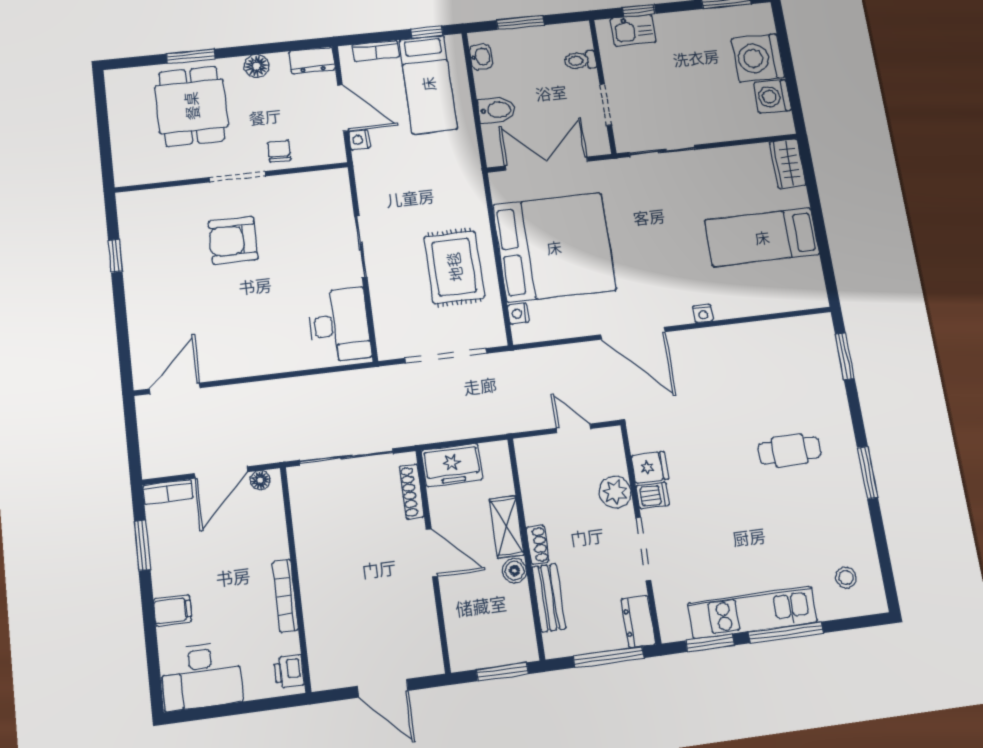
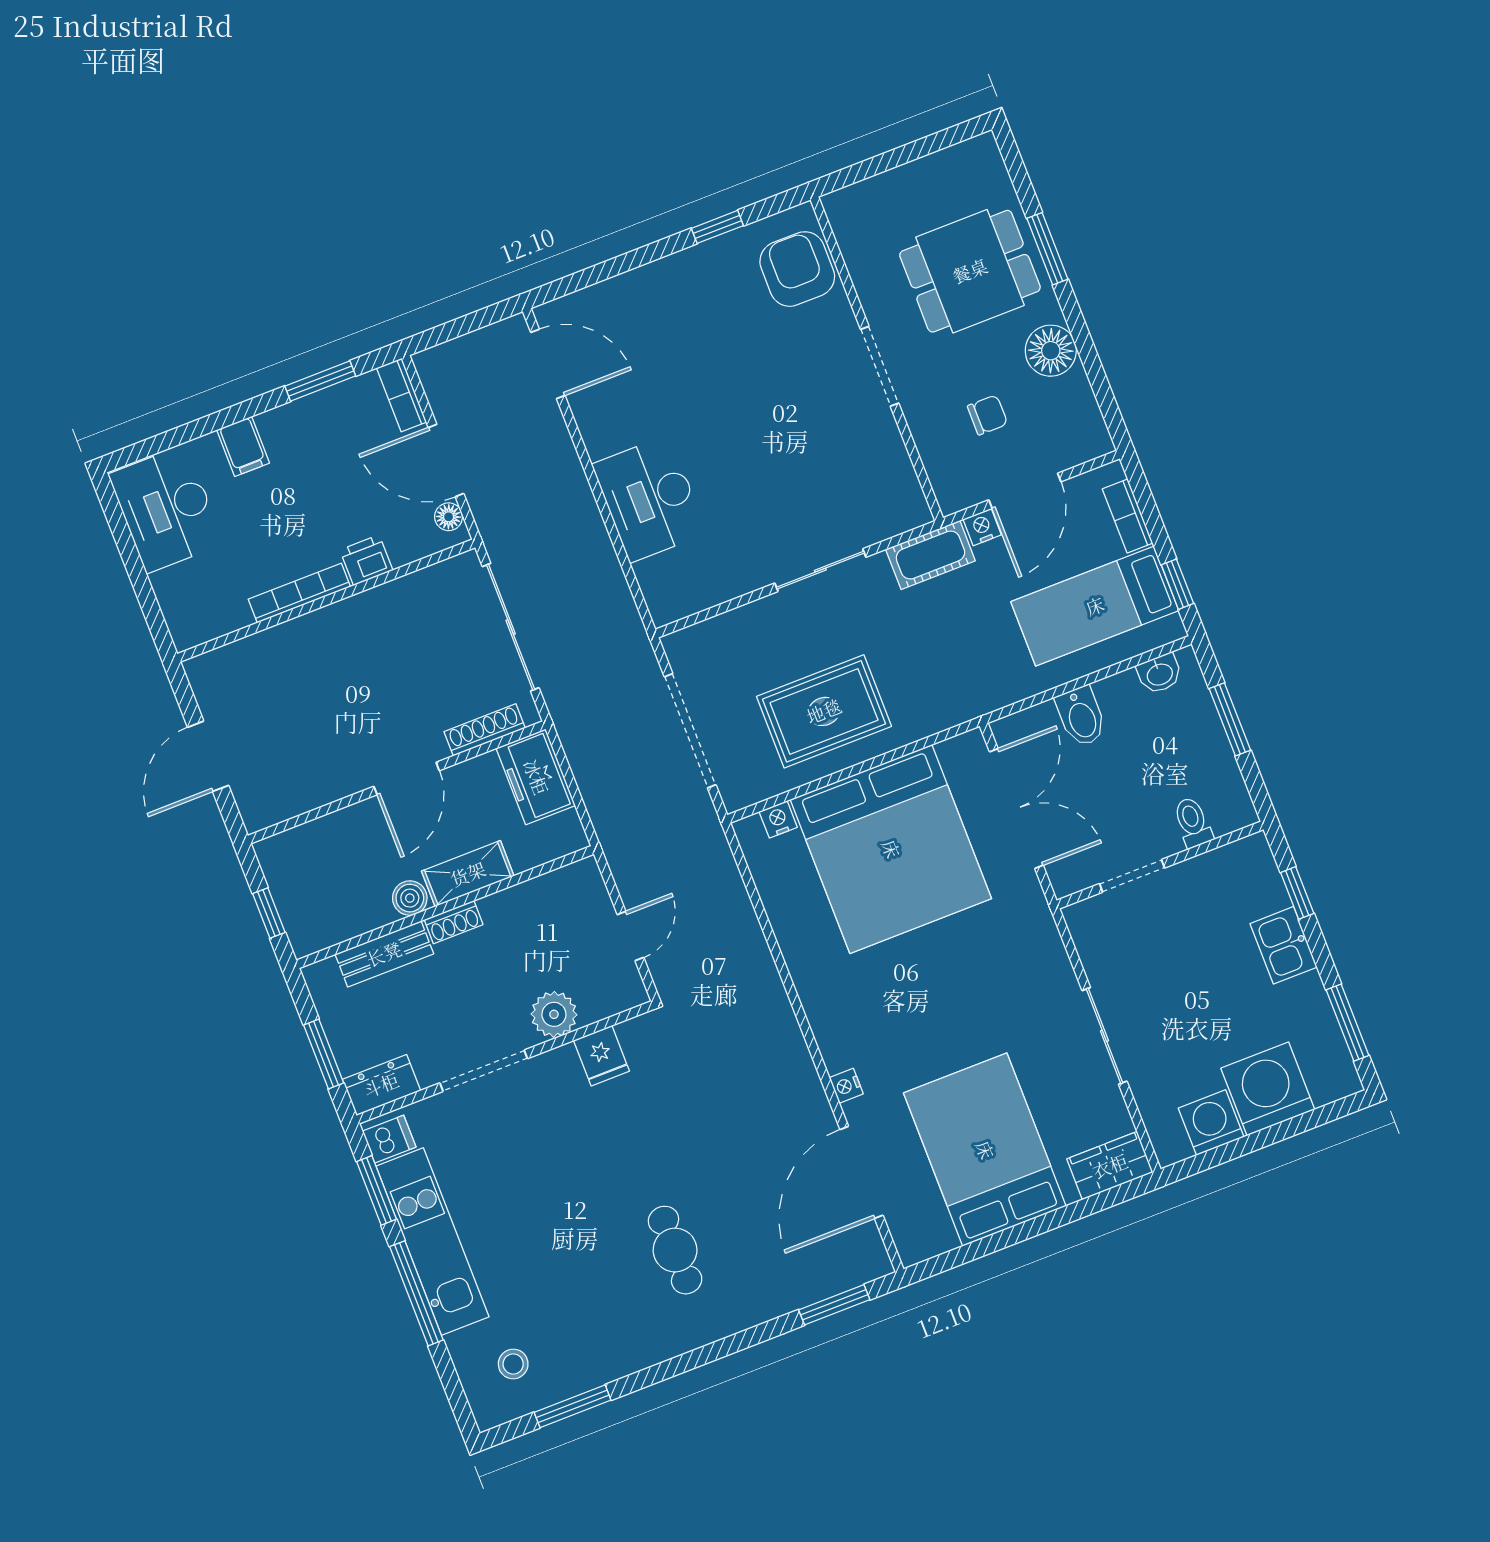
kitchen sink: (633, 30) -> (1284, 945), moved
dresser: (312, 60) -> (1088, 427), removed
floor lamp: (257, 66) -> (1051, 351), width x1.38, depth x1.38
chair: (279, 151) -> (987, 415), moved
sliding door: (662, 151) -> (1104, 1036), moved
cot: (369, 176) -> (930, 555), added
bed: (762, 237) -> (985, 1150), width x1.50
armchair: (233, 240) -> (797, 269), moved
desk: (339, 325) -> (649, 499), moved, turned 90
door: (633, 333) -> (861, 1172), moved
window: (868, 473) -> (573, 1406), moved
dishwasher: (653, 495) -> (389, 1139), moved, turned -90
window: (609, 657) -> (324, 1054), width x0.69
printer: (289, 672) -> (366, 560), moved
window: (502, 672) -> (269, 913), width x0.67

